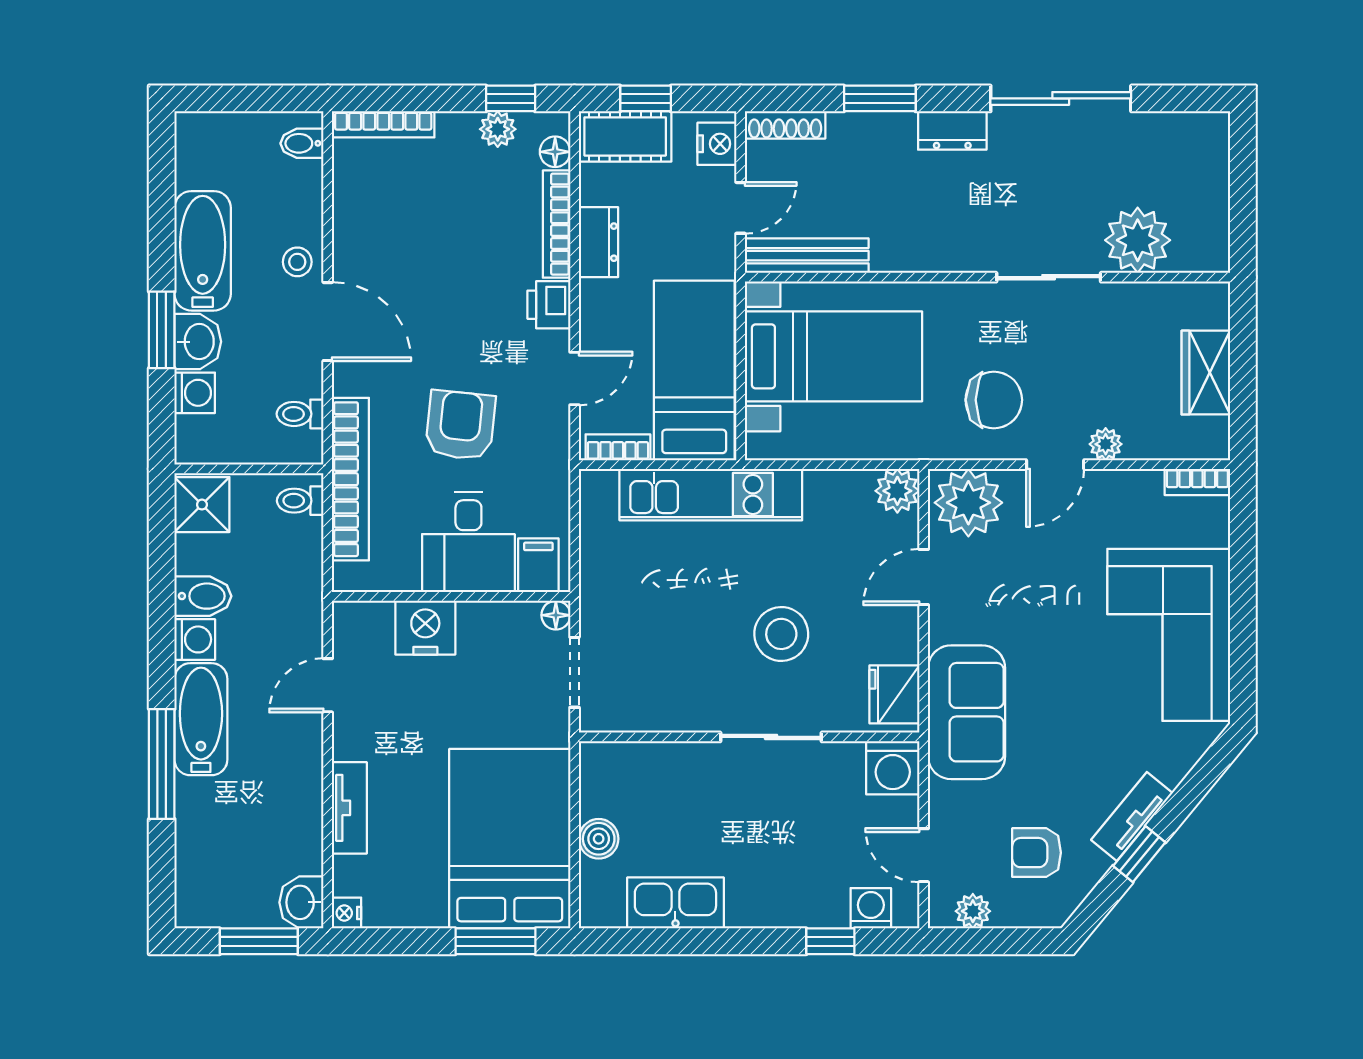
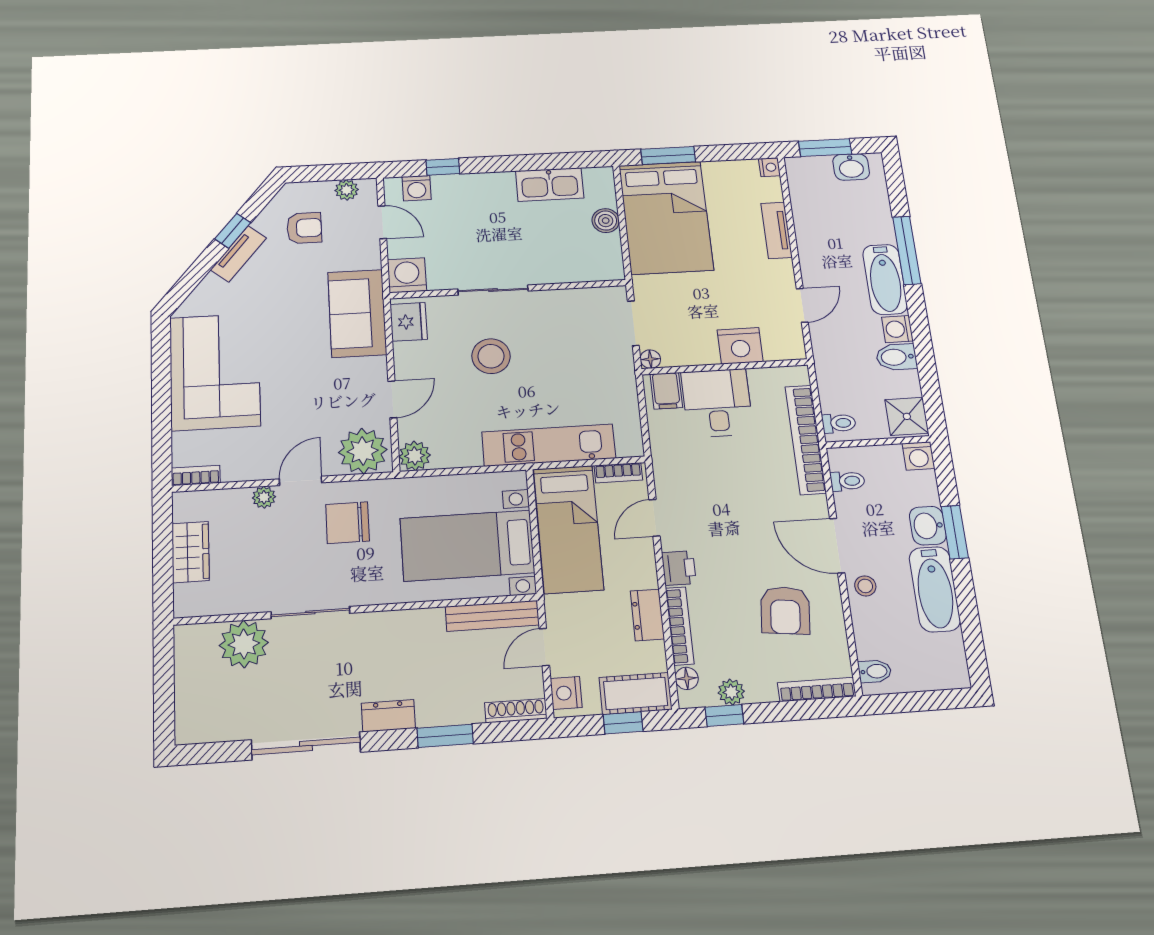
washing machine: (195, 393) -> (918, 456), moved, turned -90
armchair: (460, 425) -> (785, 610), moved
washbasin: (301, 902) -> (851, 167), moved, turned 90

